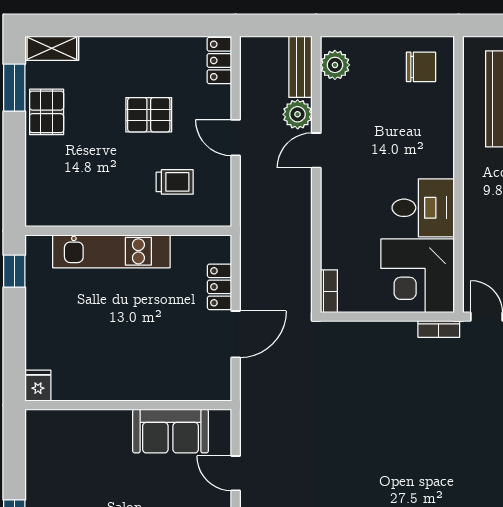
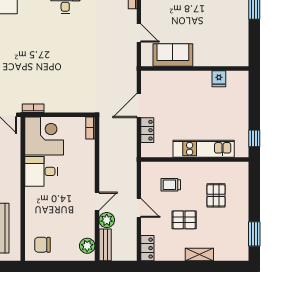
shelving: (52, 48) -> (199, 254), moved
pallet: (47, 112) -> (216, 195), moved
fridge: (38, 386) -> (219, 79), moved

